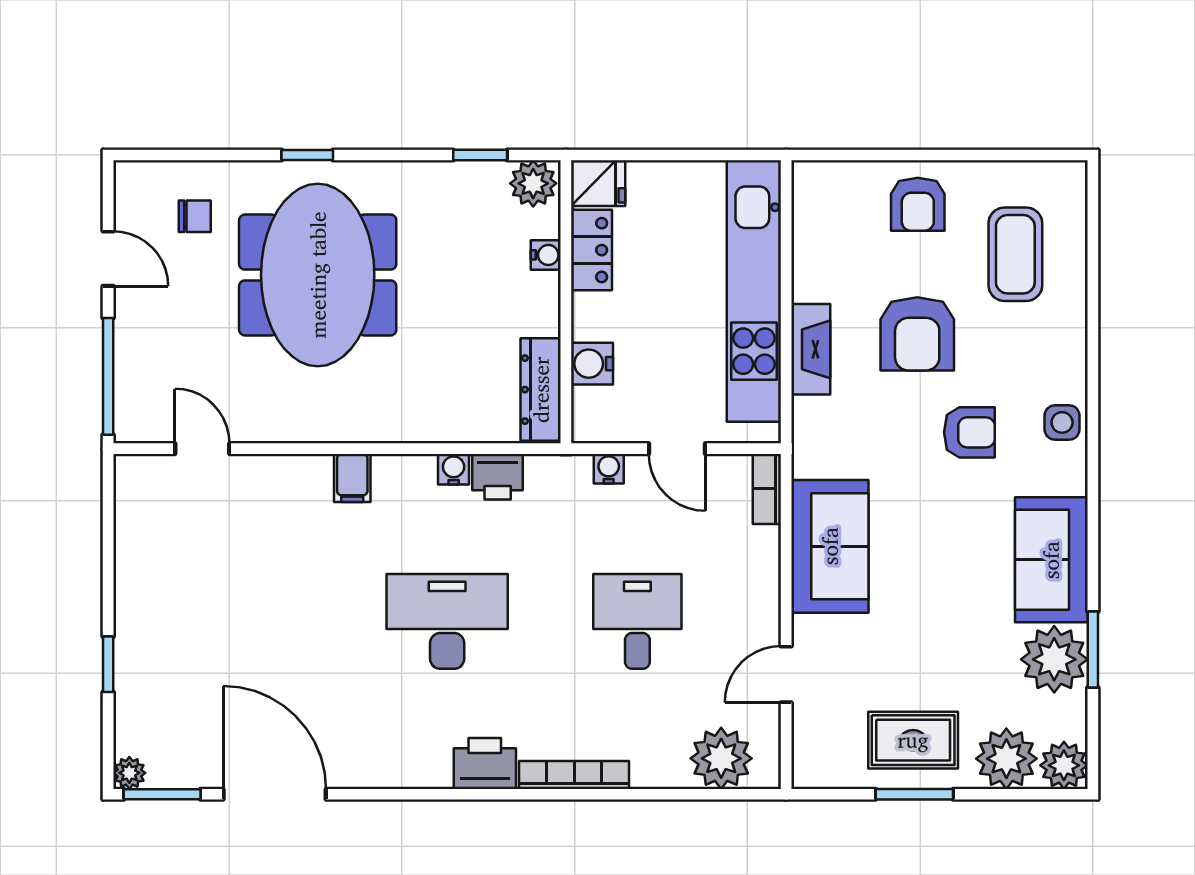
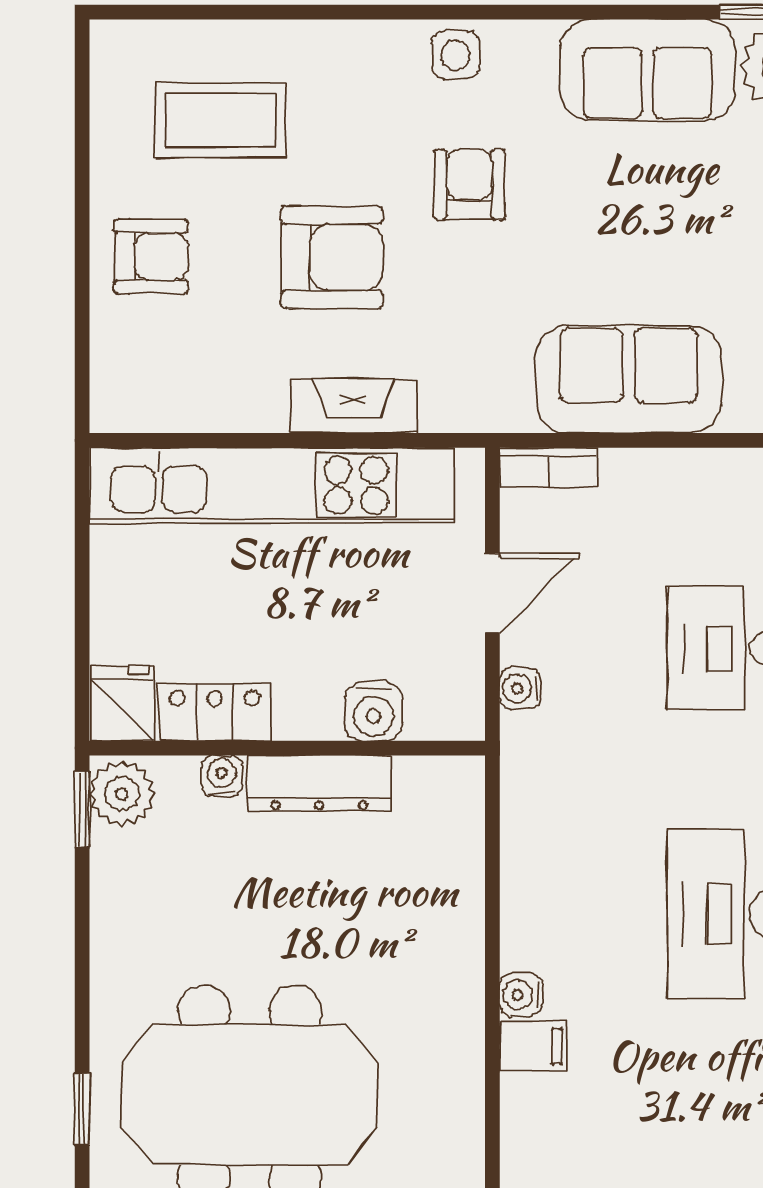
window: (480, 155) -> (82, 809), moved
dresser: (541, 390) -> (319, 783), moved
water cooler: (454, 469) -> (521, 995), moved
printer: (498, 477) -> (531, 843), removed

